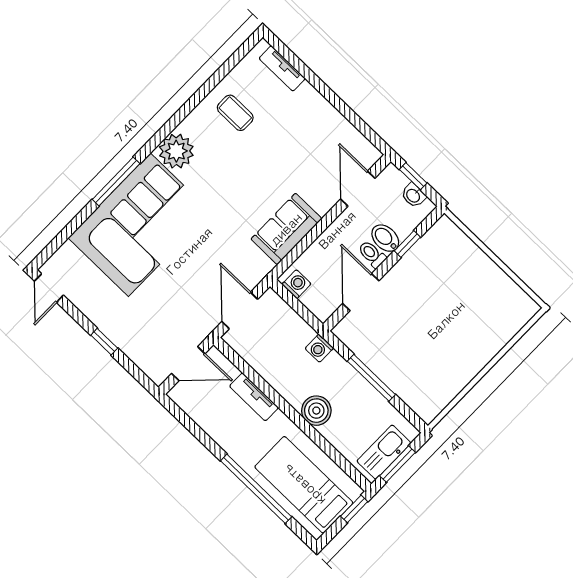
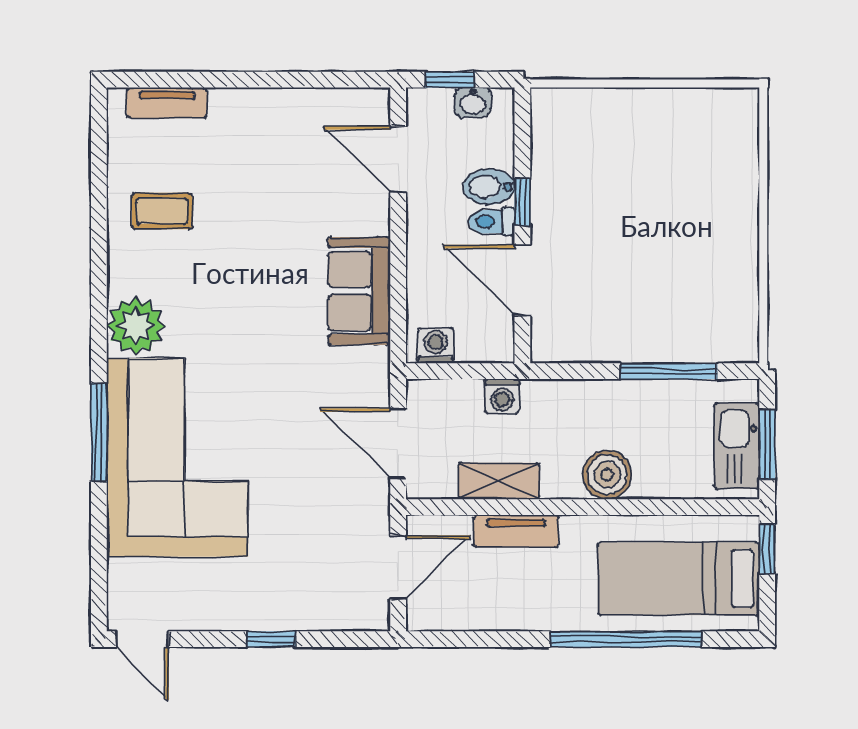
window: (407, 244) -> (522, 202), moved
washing machine: (319, 348) -> (502, 396), moved
shelving: (267, 368) -> (499, 481), added
window: (371, 378) -> (669, 371), moved

